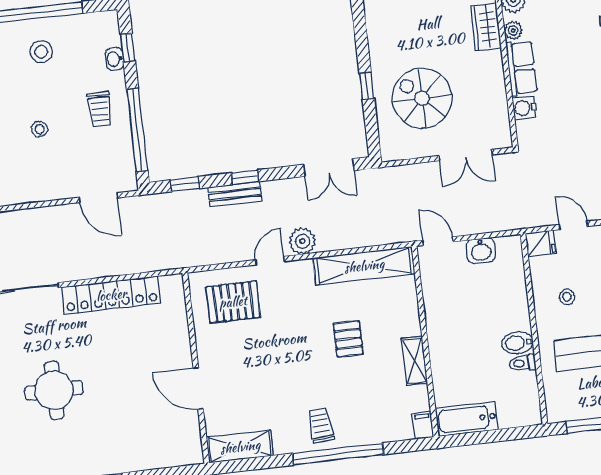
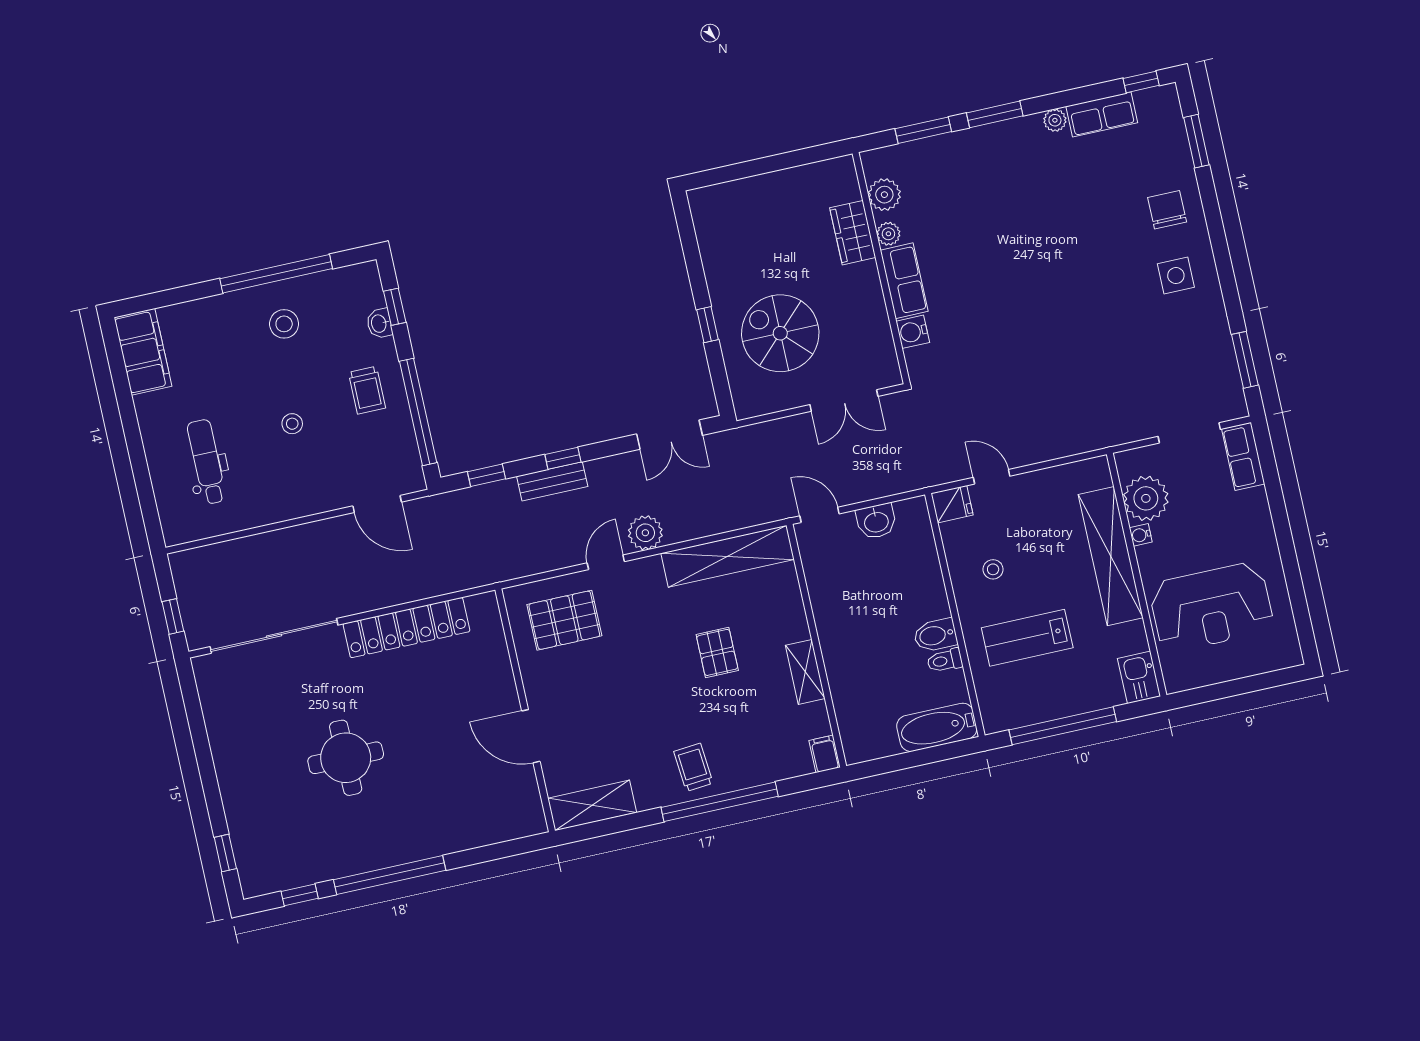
bathtub: (467, 419) -> (937, 727), moved

